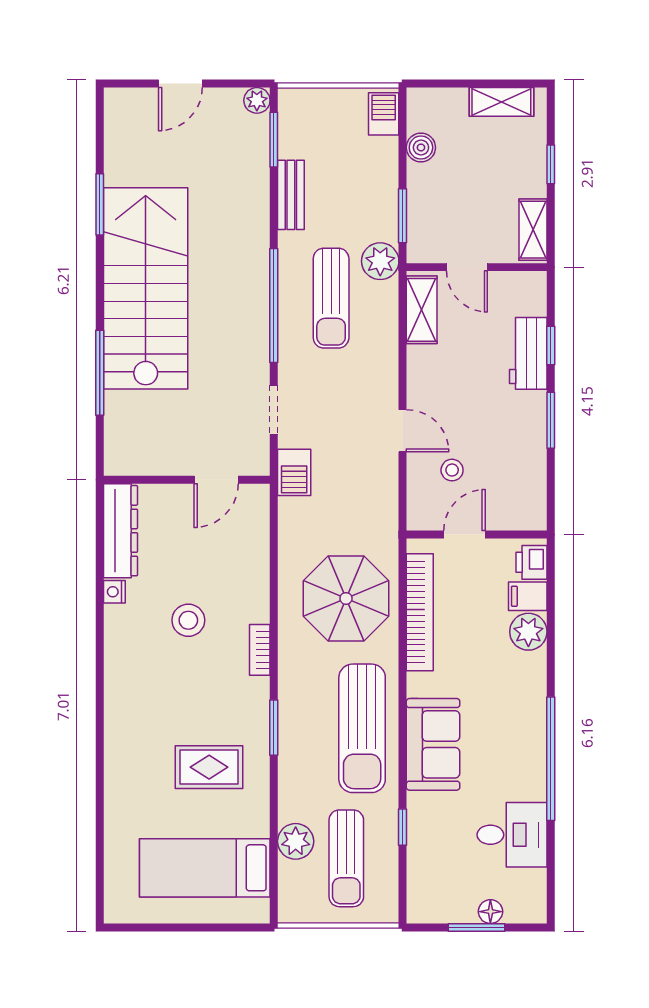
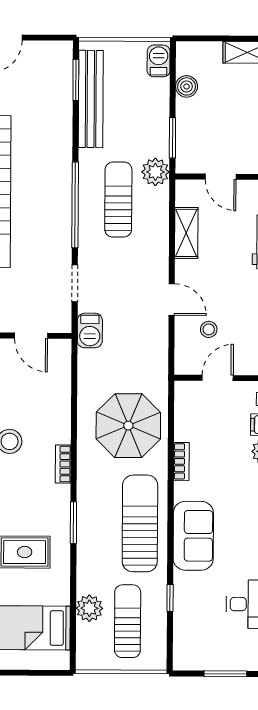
plant: (257, 100) -> (63, 50), removed
bench: (291, 195) -> (91, 99), width x1.86, depth x1.21
sun lounger: (331, 298) -> (118, 199), turned 180
shelving: (422, 310) -> (186, 233), moved
door: (216, 480) -> (31, 336), hinge flipped
bookcase: (420, 612) -> (181, 461), width x0.43, depth x0.76
sun lounger: (362, 728) -> (140, 523), turned 180
sun lounger: (346, 858) -> (128, 621), turned 180
floor lamp: (490, 912) -> (236, 662), removed

